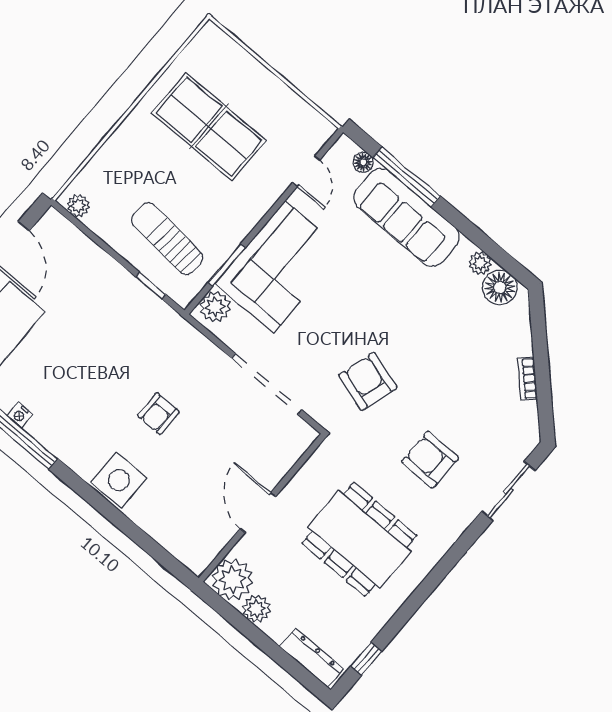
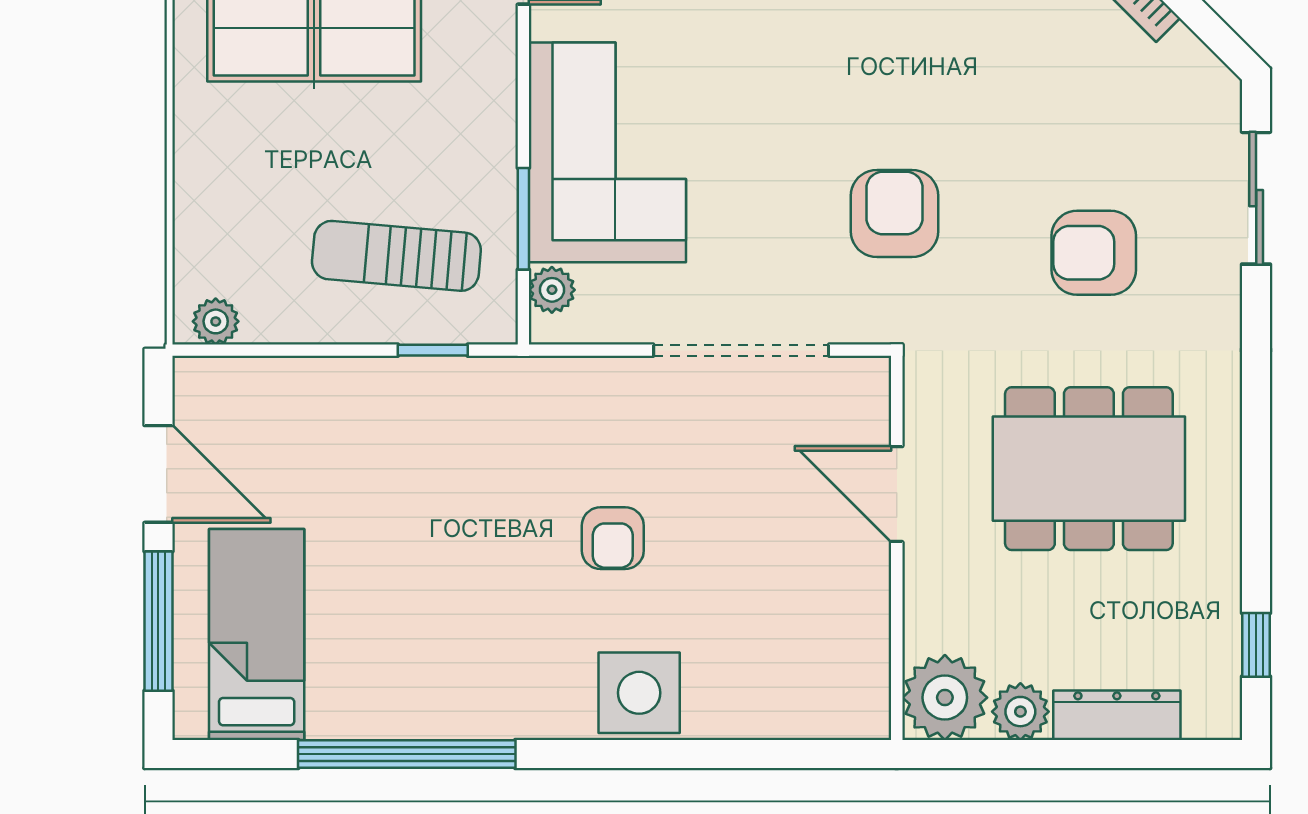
plant: (215, 307) -> (552, 290), width x0.73, depth x0.73
armchair: (368, 381) -> (894, 213), turned 73
nightstand: (20, 415) -> (400, 722), removed
door: (258, 513) -> (897, 494), moved
dresser: (311, 658) -> (1117, 715), moved

